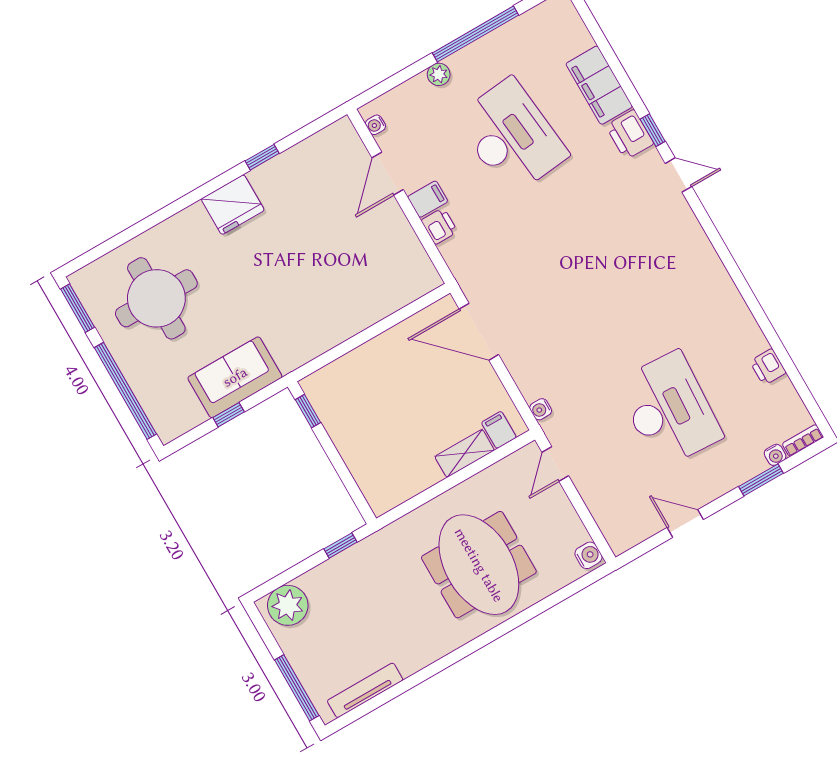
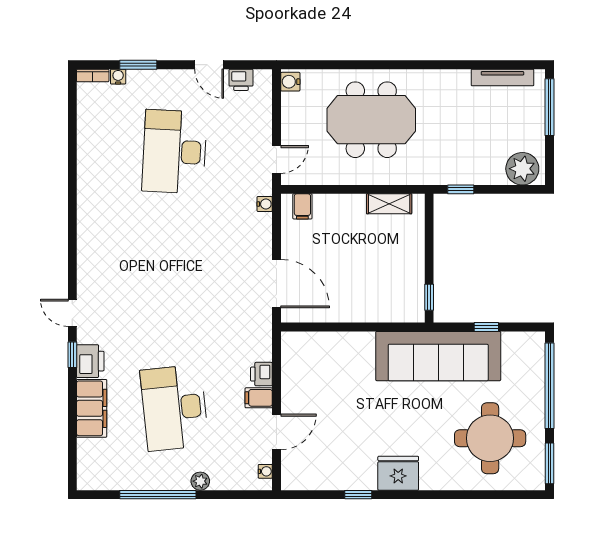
printer: (768, 367) -> (241, 80), moved, turned 90
sofa: (235, 377) -> (438, 356), width x1.85, depth x1.27
shelving: (465, 453) -> (389, 204), moved
meeting table: (479, 565) -> (371, 120), turned 90

